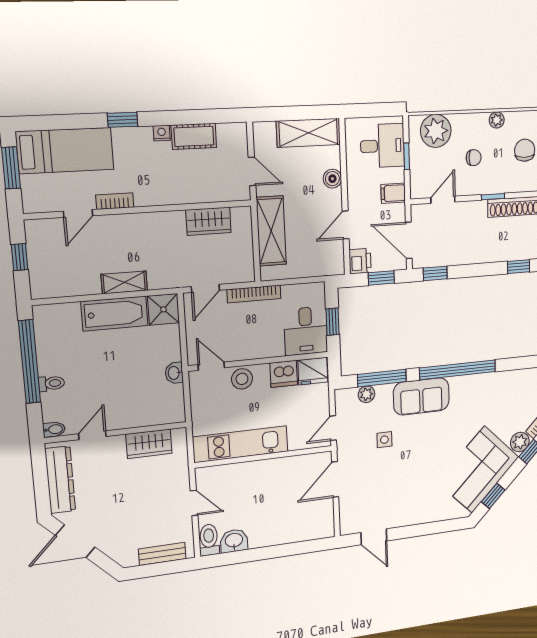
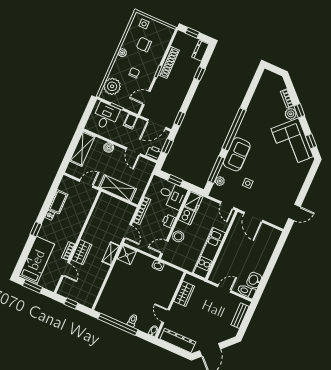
door: (443, 200) -> (146, 98), hinge flipped
wardrobe: (208, 221) -> (82, 252), moved
shelving: (124, 282) -> (111, 254), moved
bathtub: (115, 314) -> (117, 277), removed
printer: (260, 349) -> (169, 221), added

